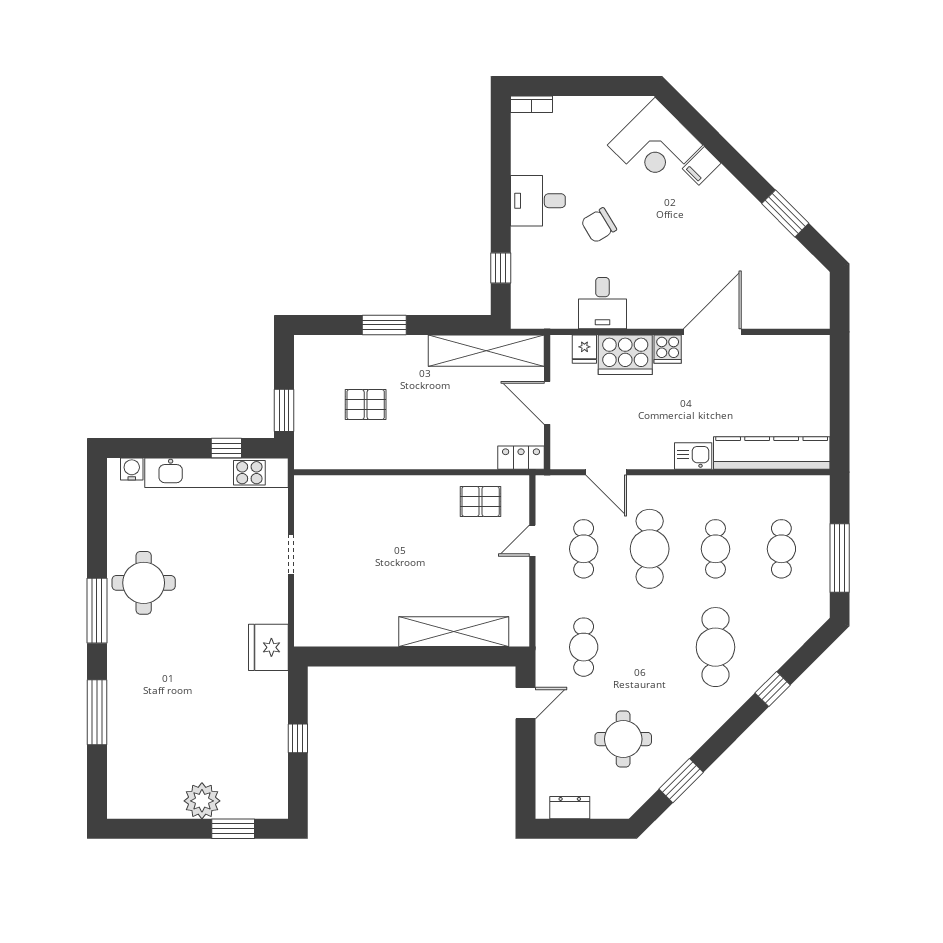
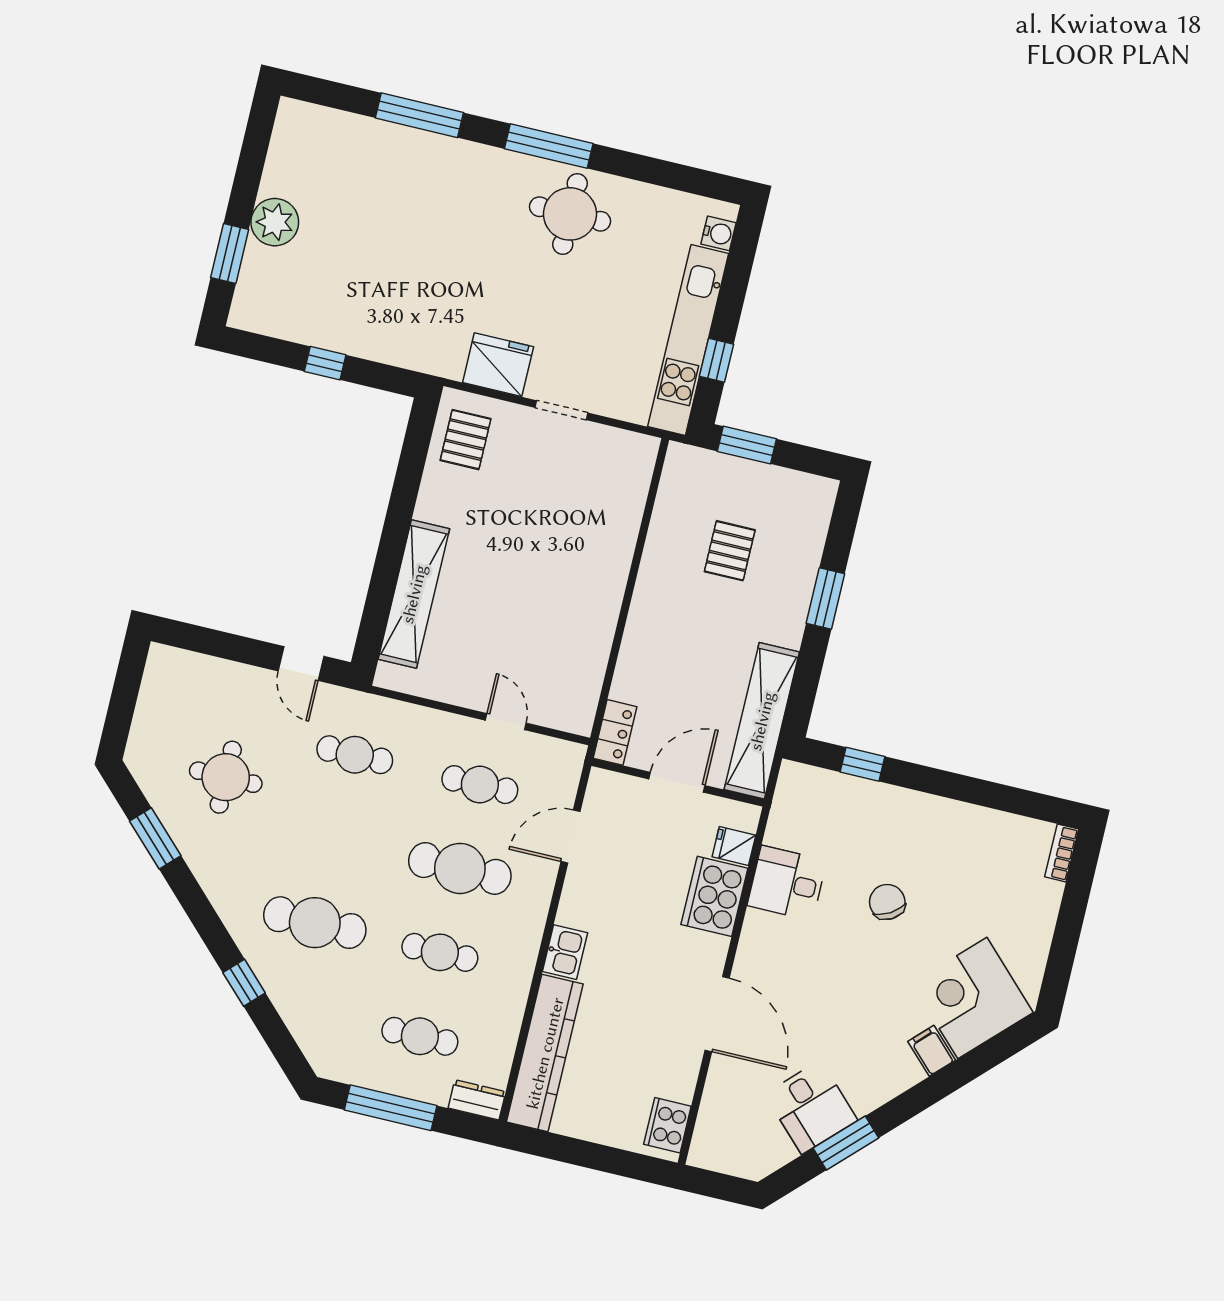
desk: (538, 201) -> (811, 1107), moved, turned 135
cooker: (668, 349) -> (667, 1125), moved, width x1.36
pallet: (481, 501) -> (466, 440), moved
fridge: (268, 647) -> (498, 365), moved
dresser: (570, 808) -> (477, 1100), moved, turned -90

